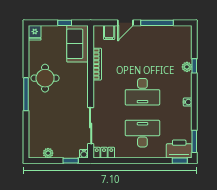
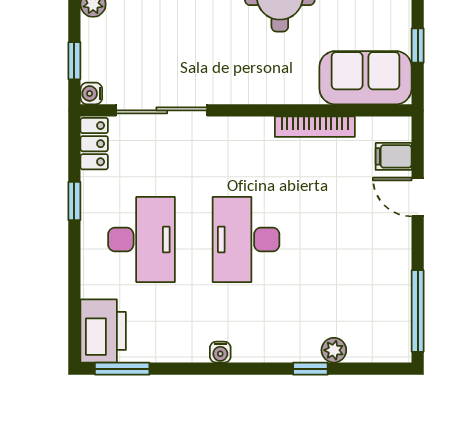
window: (157, 23) -> (418, 311), moved
plant: (187, 67) -> (334, 350), moved
window: (180, 161) -> (74, 201), moved

